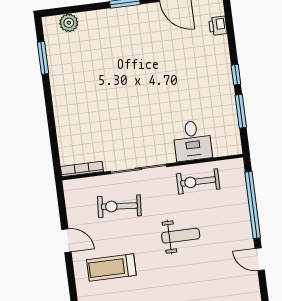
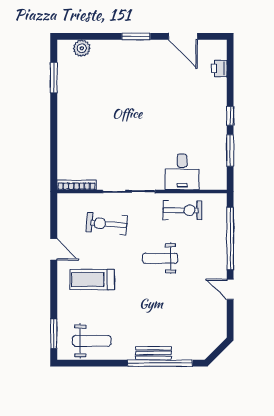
exercise bike: (198, 181) -> (183, 210), turned 180
weight bench: (181, 236) -> (160, 258), turned 180

